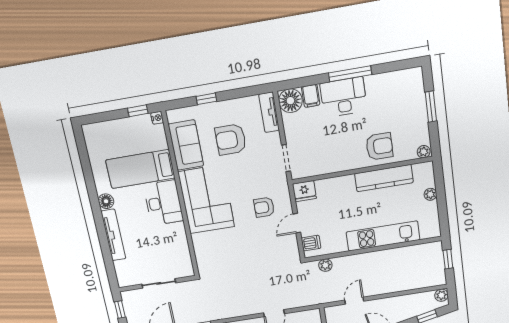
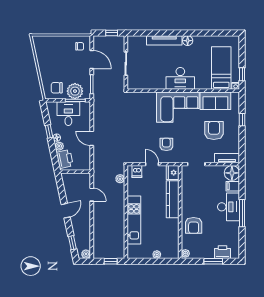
printer: (415, 95) -> (223, 252), added
bed: (140, 169) -> (221, 68), moved
kitchen counter: (384, 178) -> (173, 199), moved

